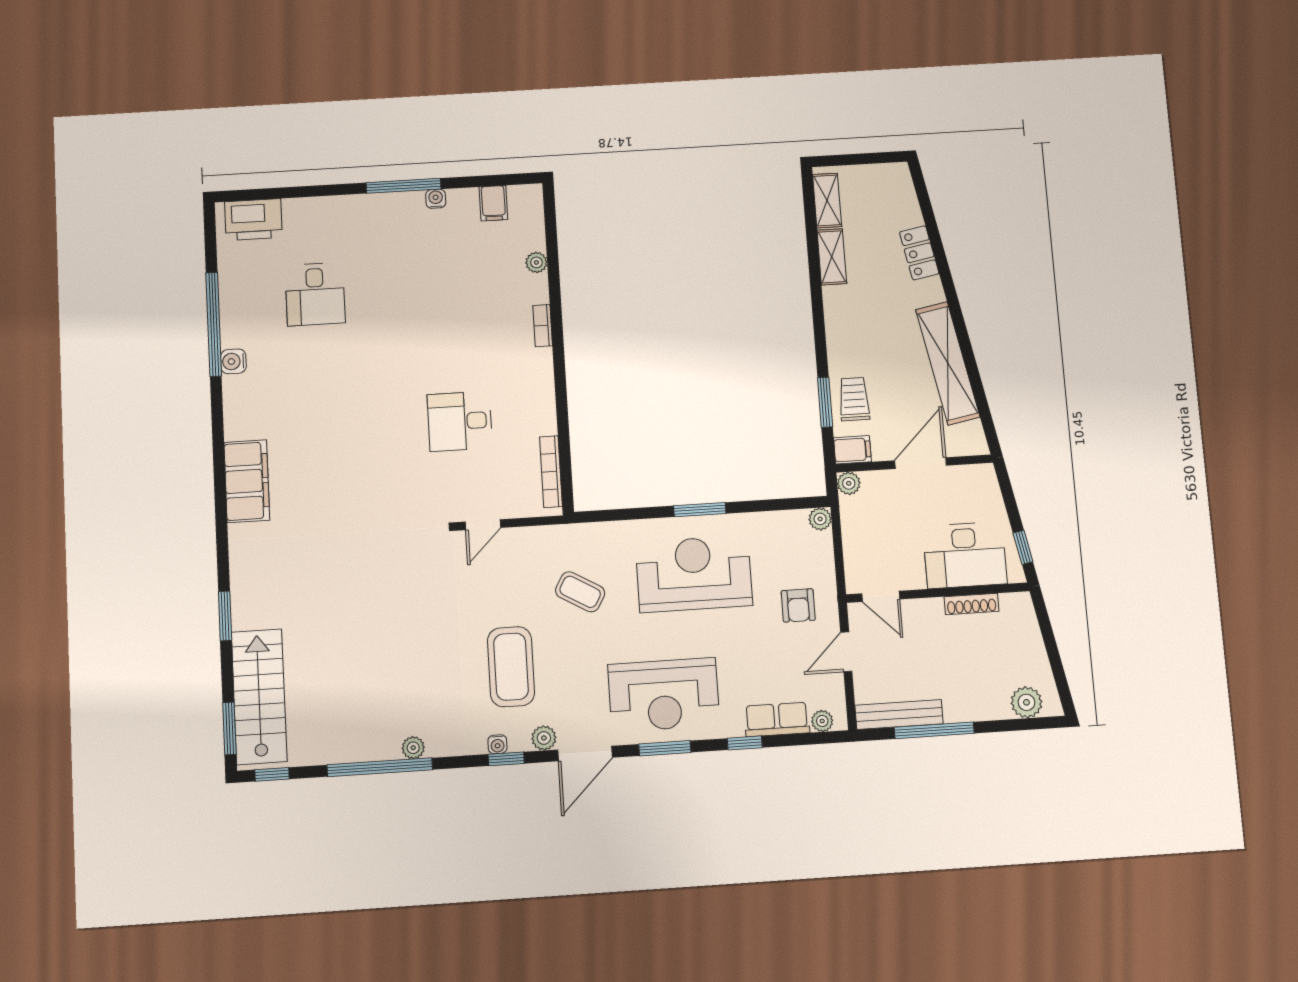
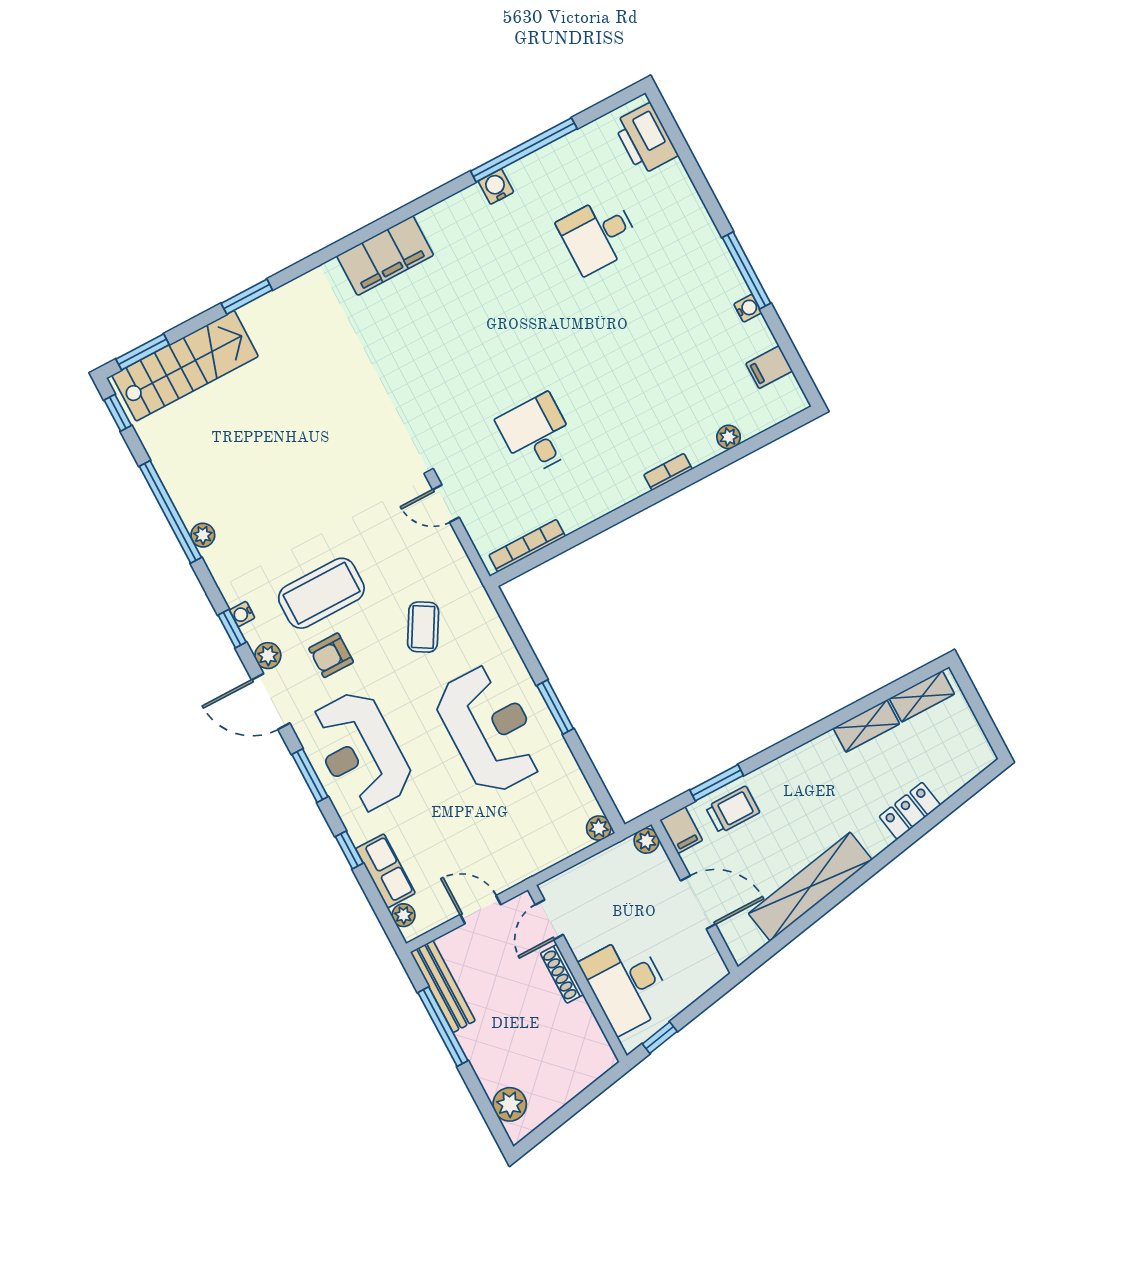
shoe rack: (971, 604) -> (562, 974), moved
armchair: (798, 605) -> (331, 655), moved

